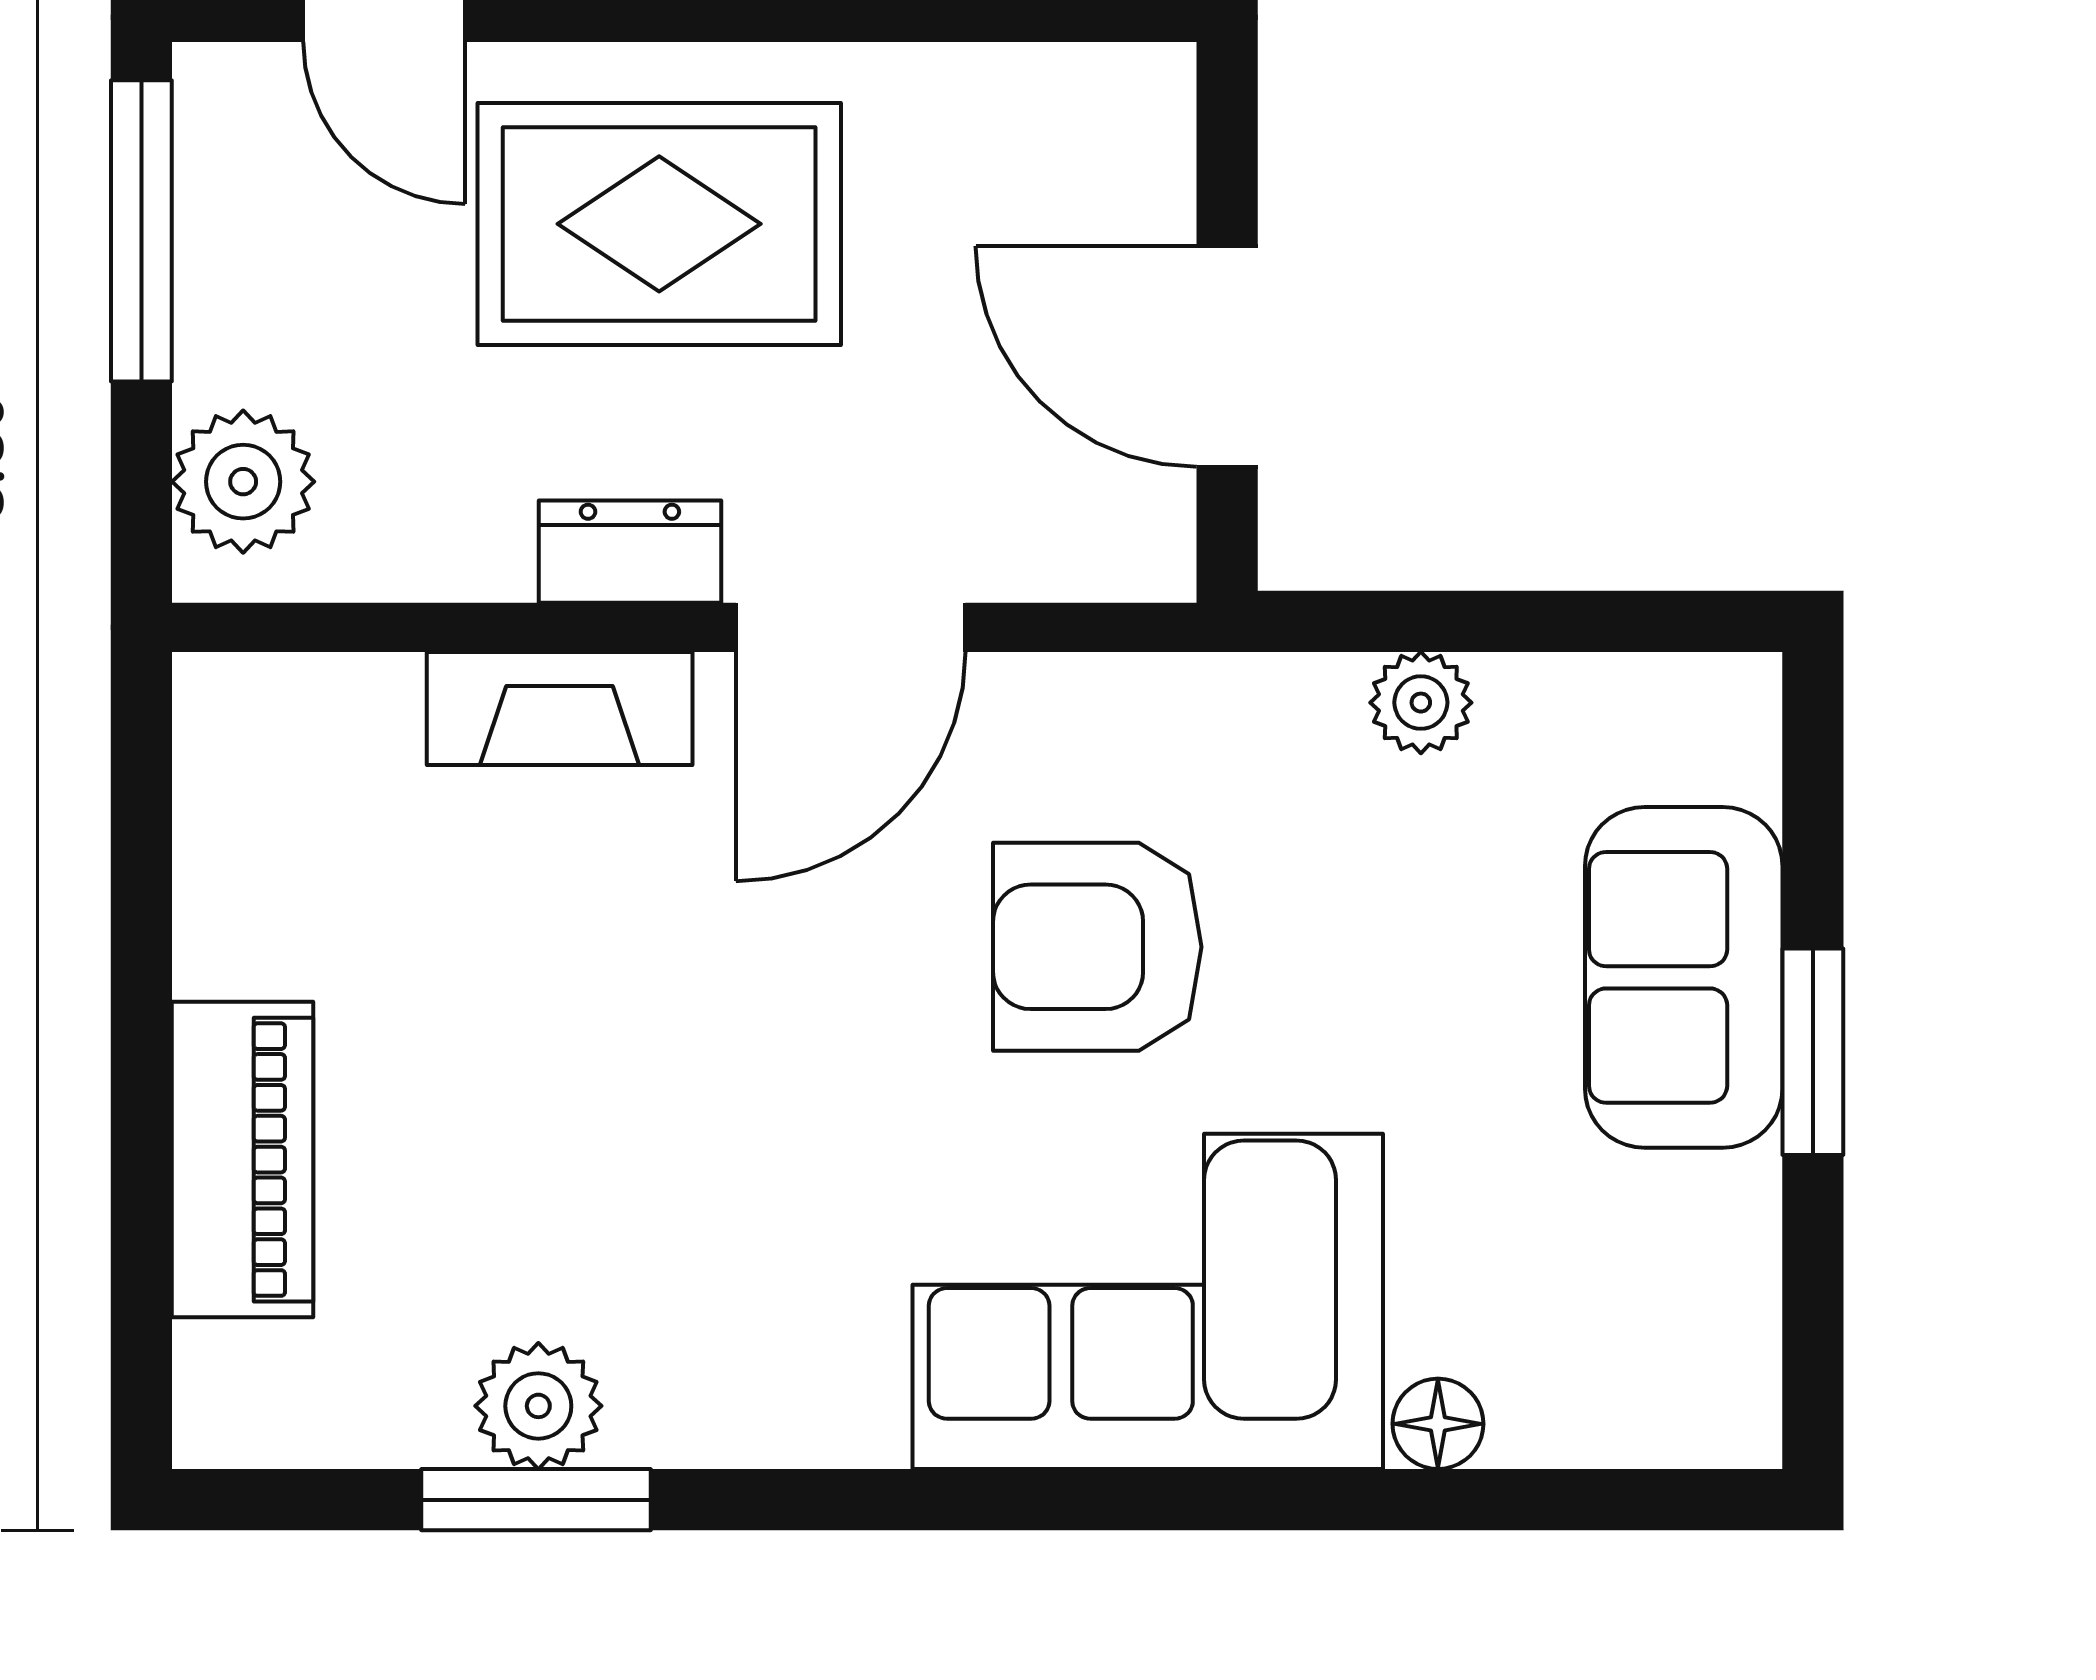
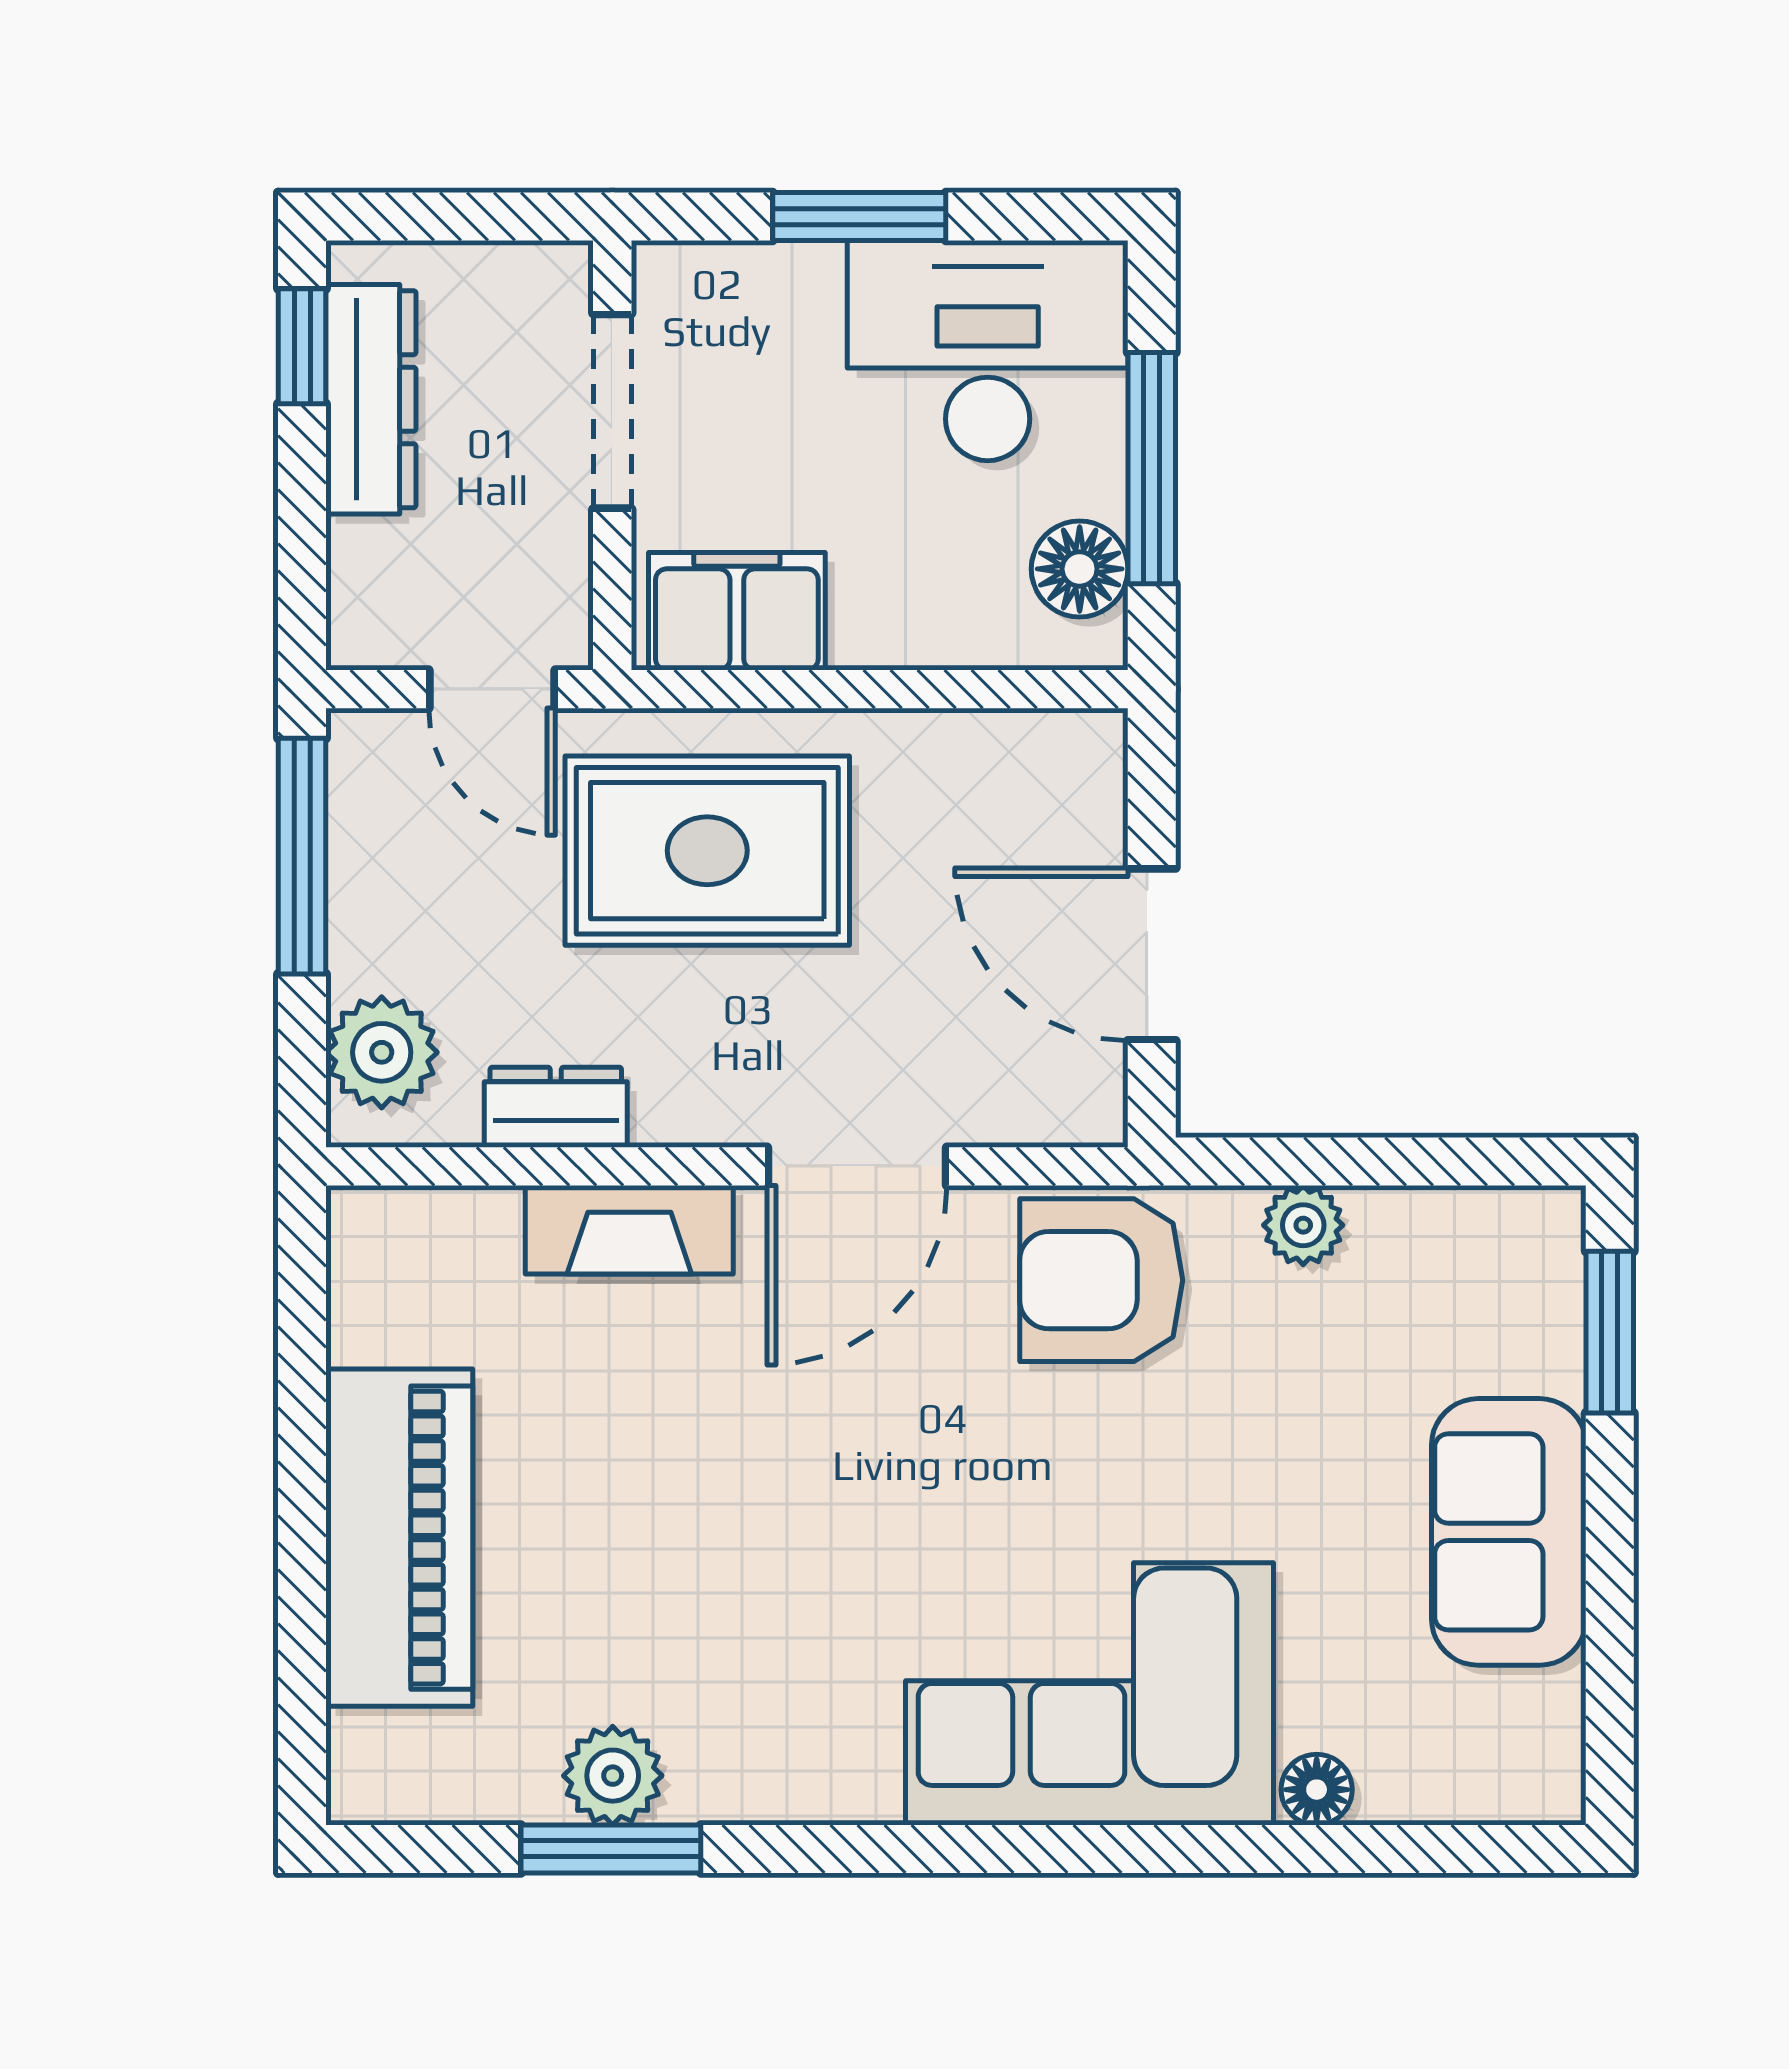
dresser: (630, 552) -> (556, 1107), moved
armchair: (1097, 947) -> (1101, 1280), moved
sofa: (1684, 977) -> (1509, 1532), moved
window: (1813, 1052) -> (1610, 1332), moved
piano: (242, 1160) -> (399, 1538), width x1.37, depth x1.33

